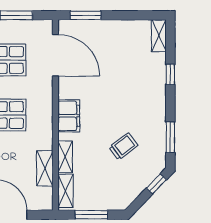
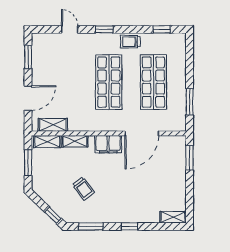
door: (55, 55) -> (142, 133), moved
window: (170, 74) -> (130, 226), moved
shelving: (45, 168) -> (53, 125), moved

